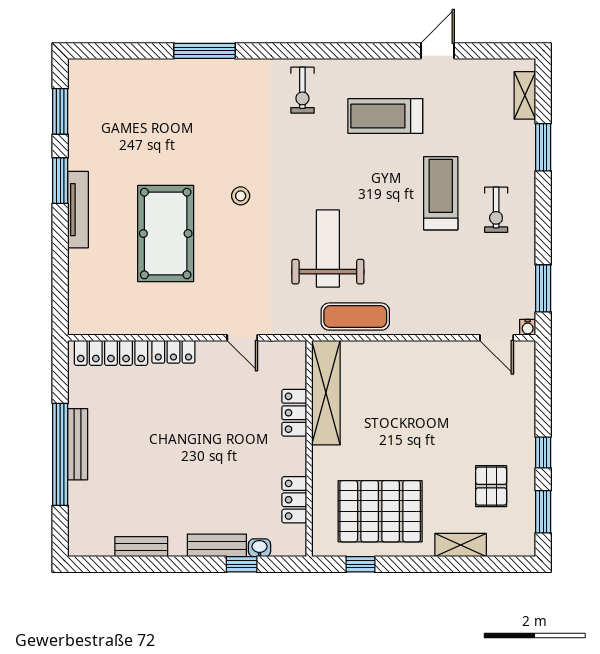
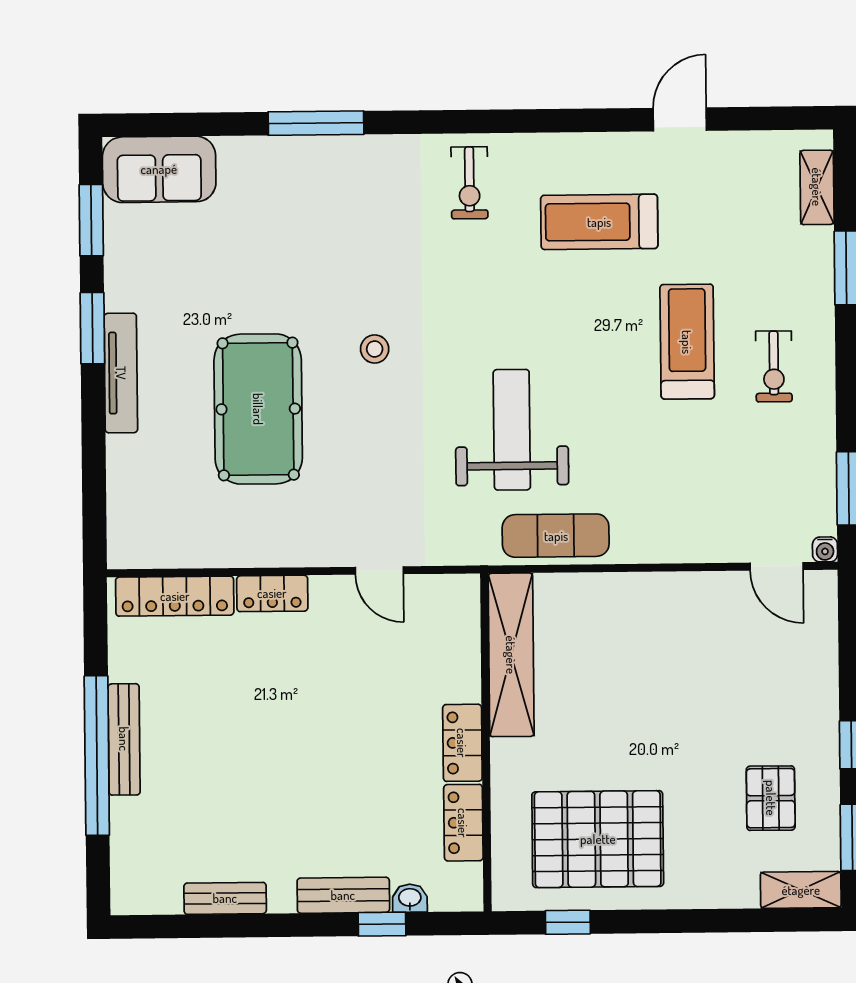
sofa: (104, 79) -> (159, 169), added
locker: (294, 413) -> (462, 743), moved
shelving: (461, 545) -> (801, 890), moved

